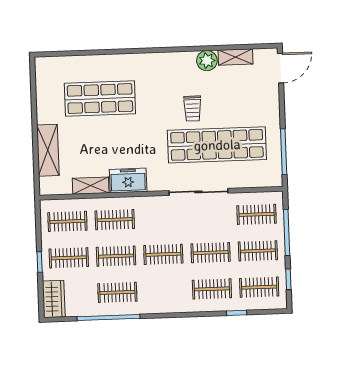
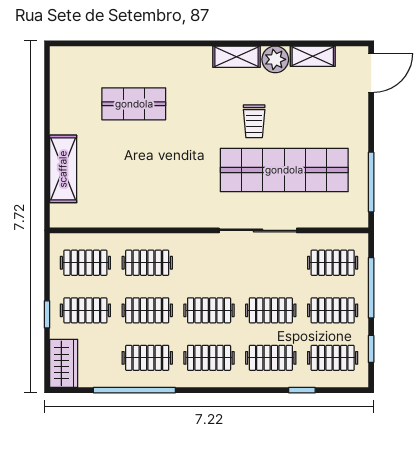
shop shelf: (100, 99) -> (134, 104), width x0.70, depth x0.74
freezer: (128, 180) -> (167, 212), removed
shelving: (91, 186) -> (237, 57), moved
clothes rail: (165, 291) -> (209, 358), added

